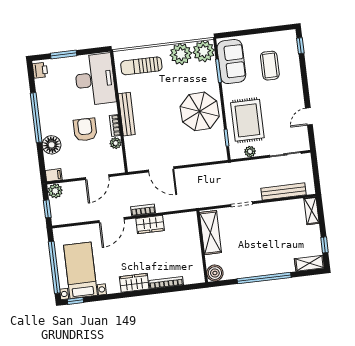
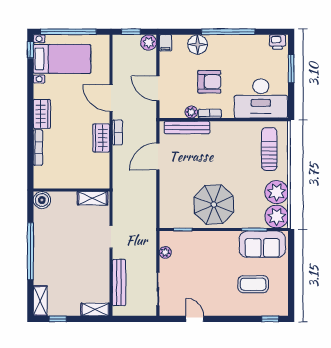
bench: (127, 114) -> (187, 127), moved
rug: (247, 120) -> (198, 254), removed
shelving: (210, 233) -> (93, 198), width x0.67, depth x0.75

